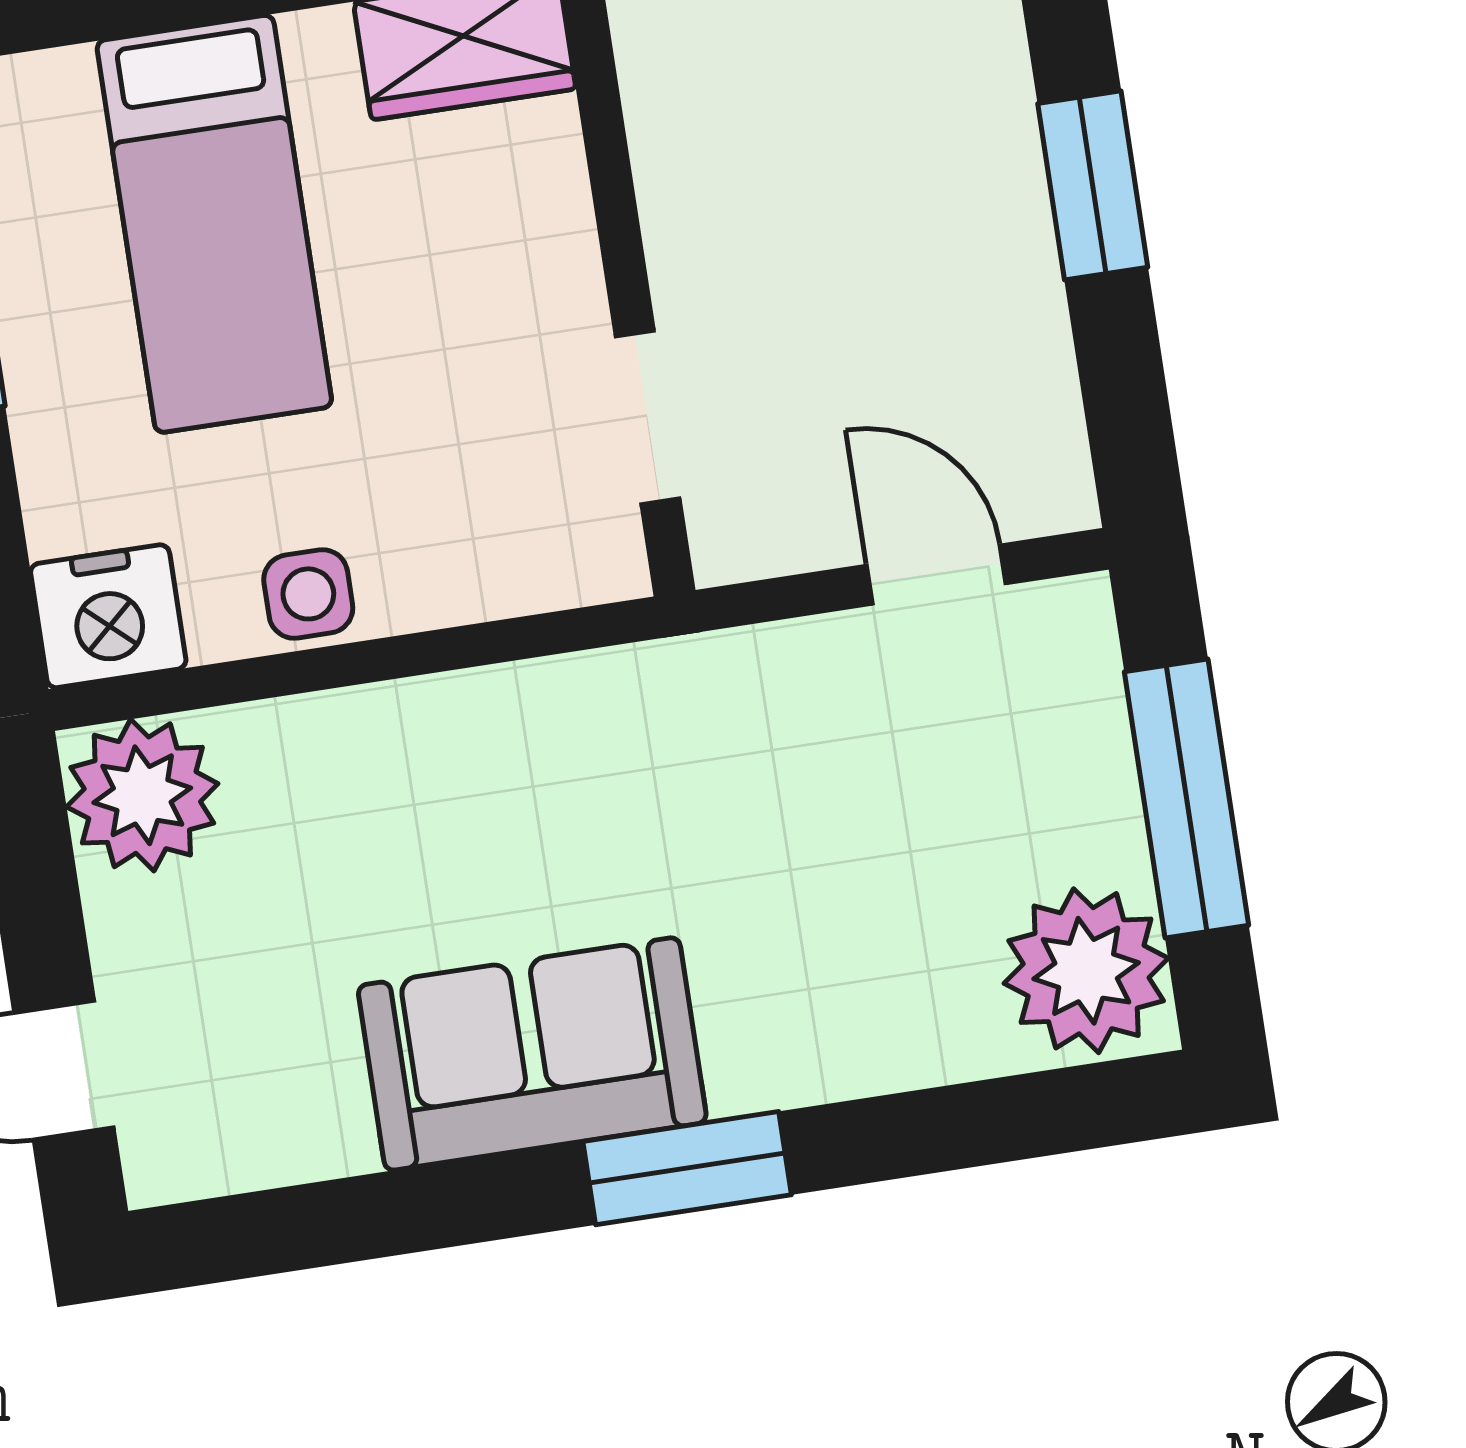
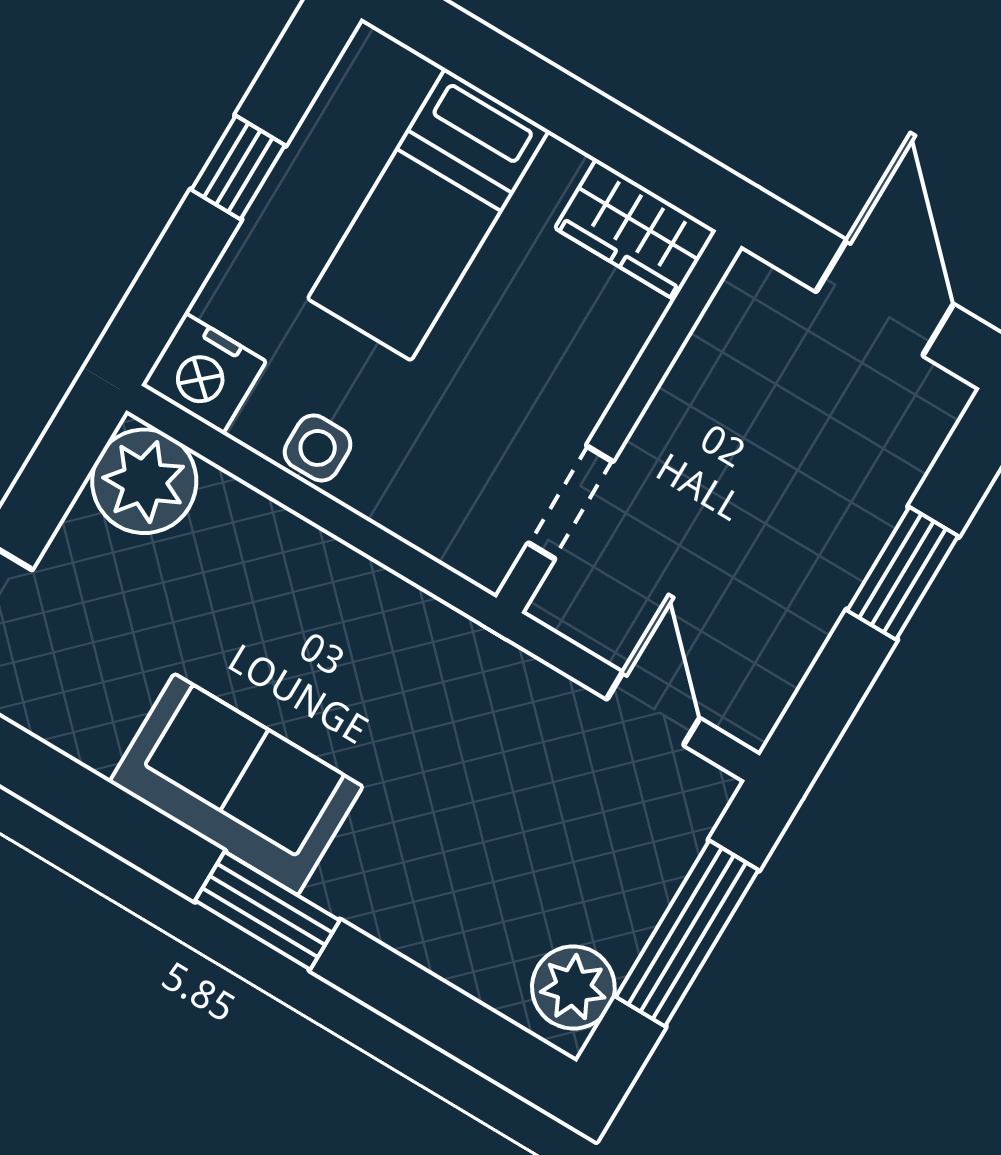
plant: (1086, 971) -> (573, 987), width x0.73, depth x0.73

